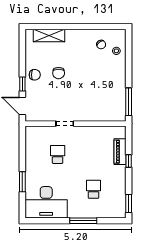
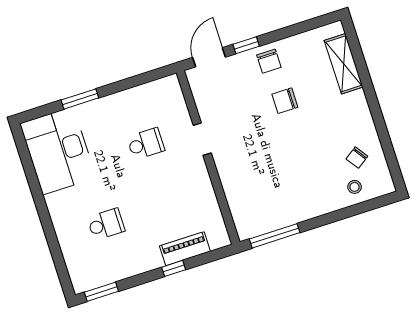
window: (83, 221) -> (47, 224), removed

